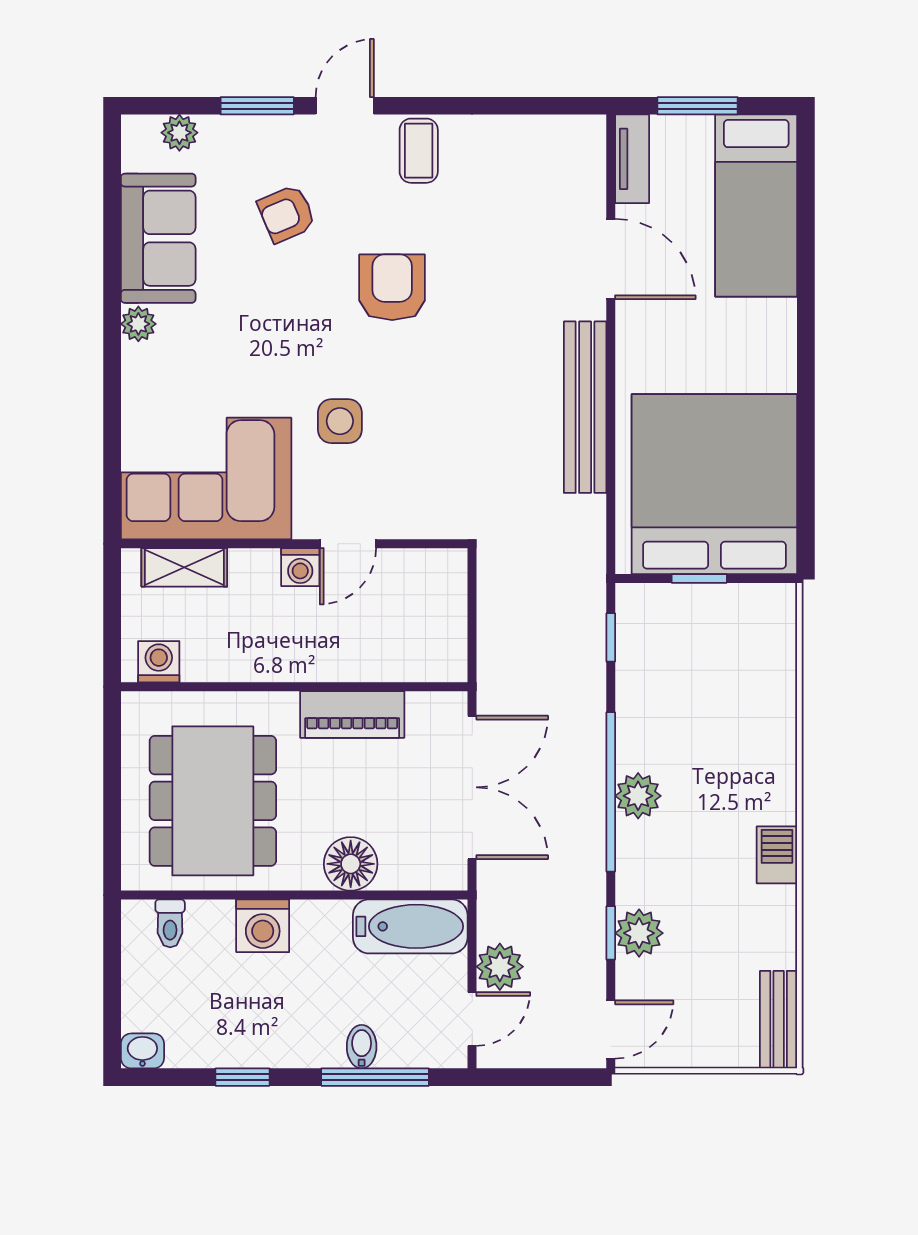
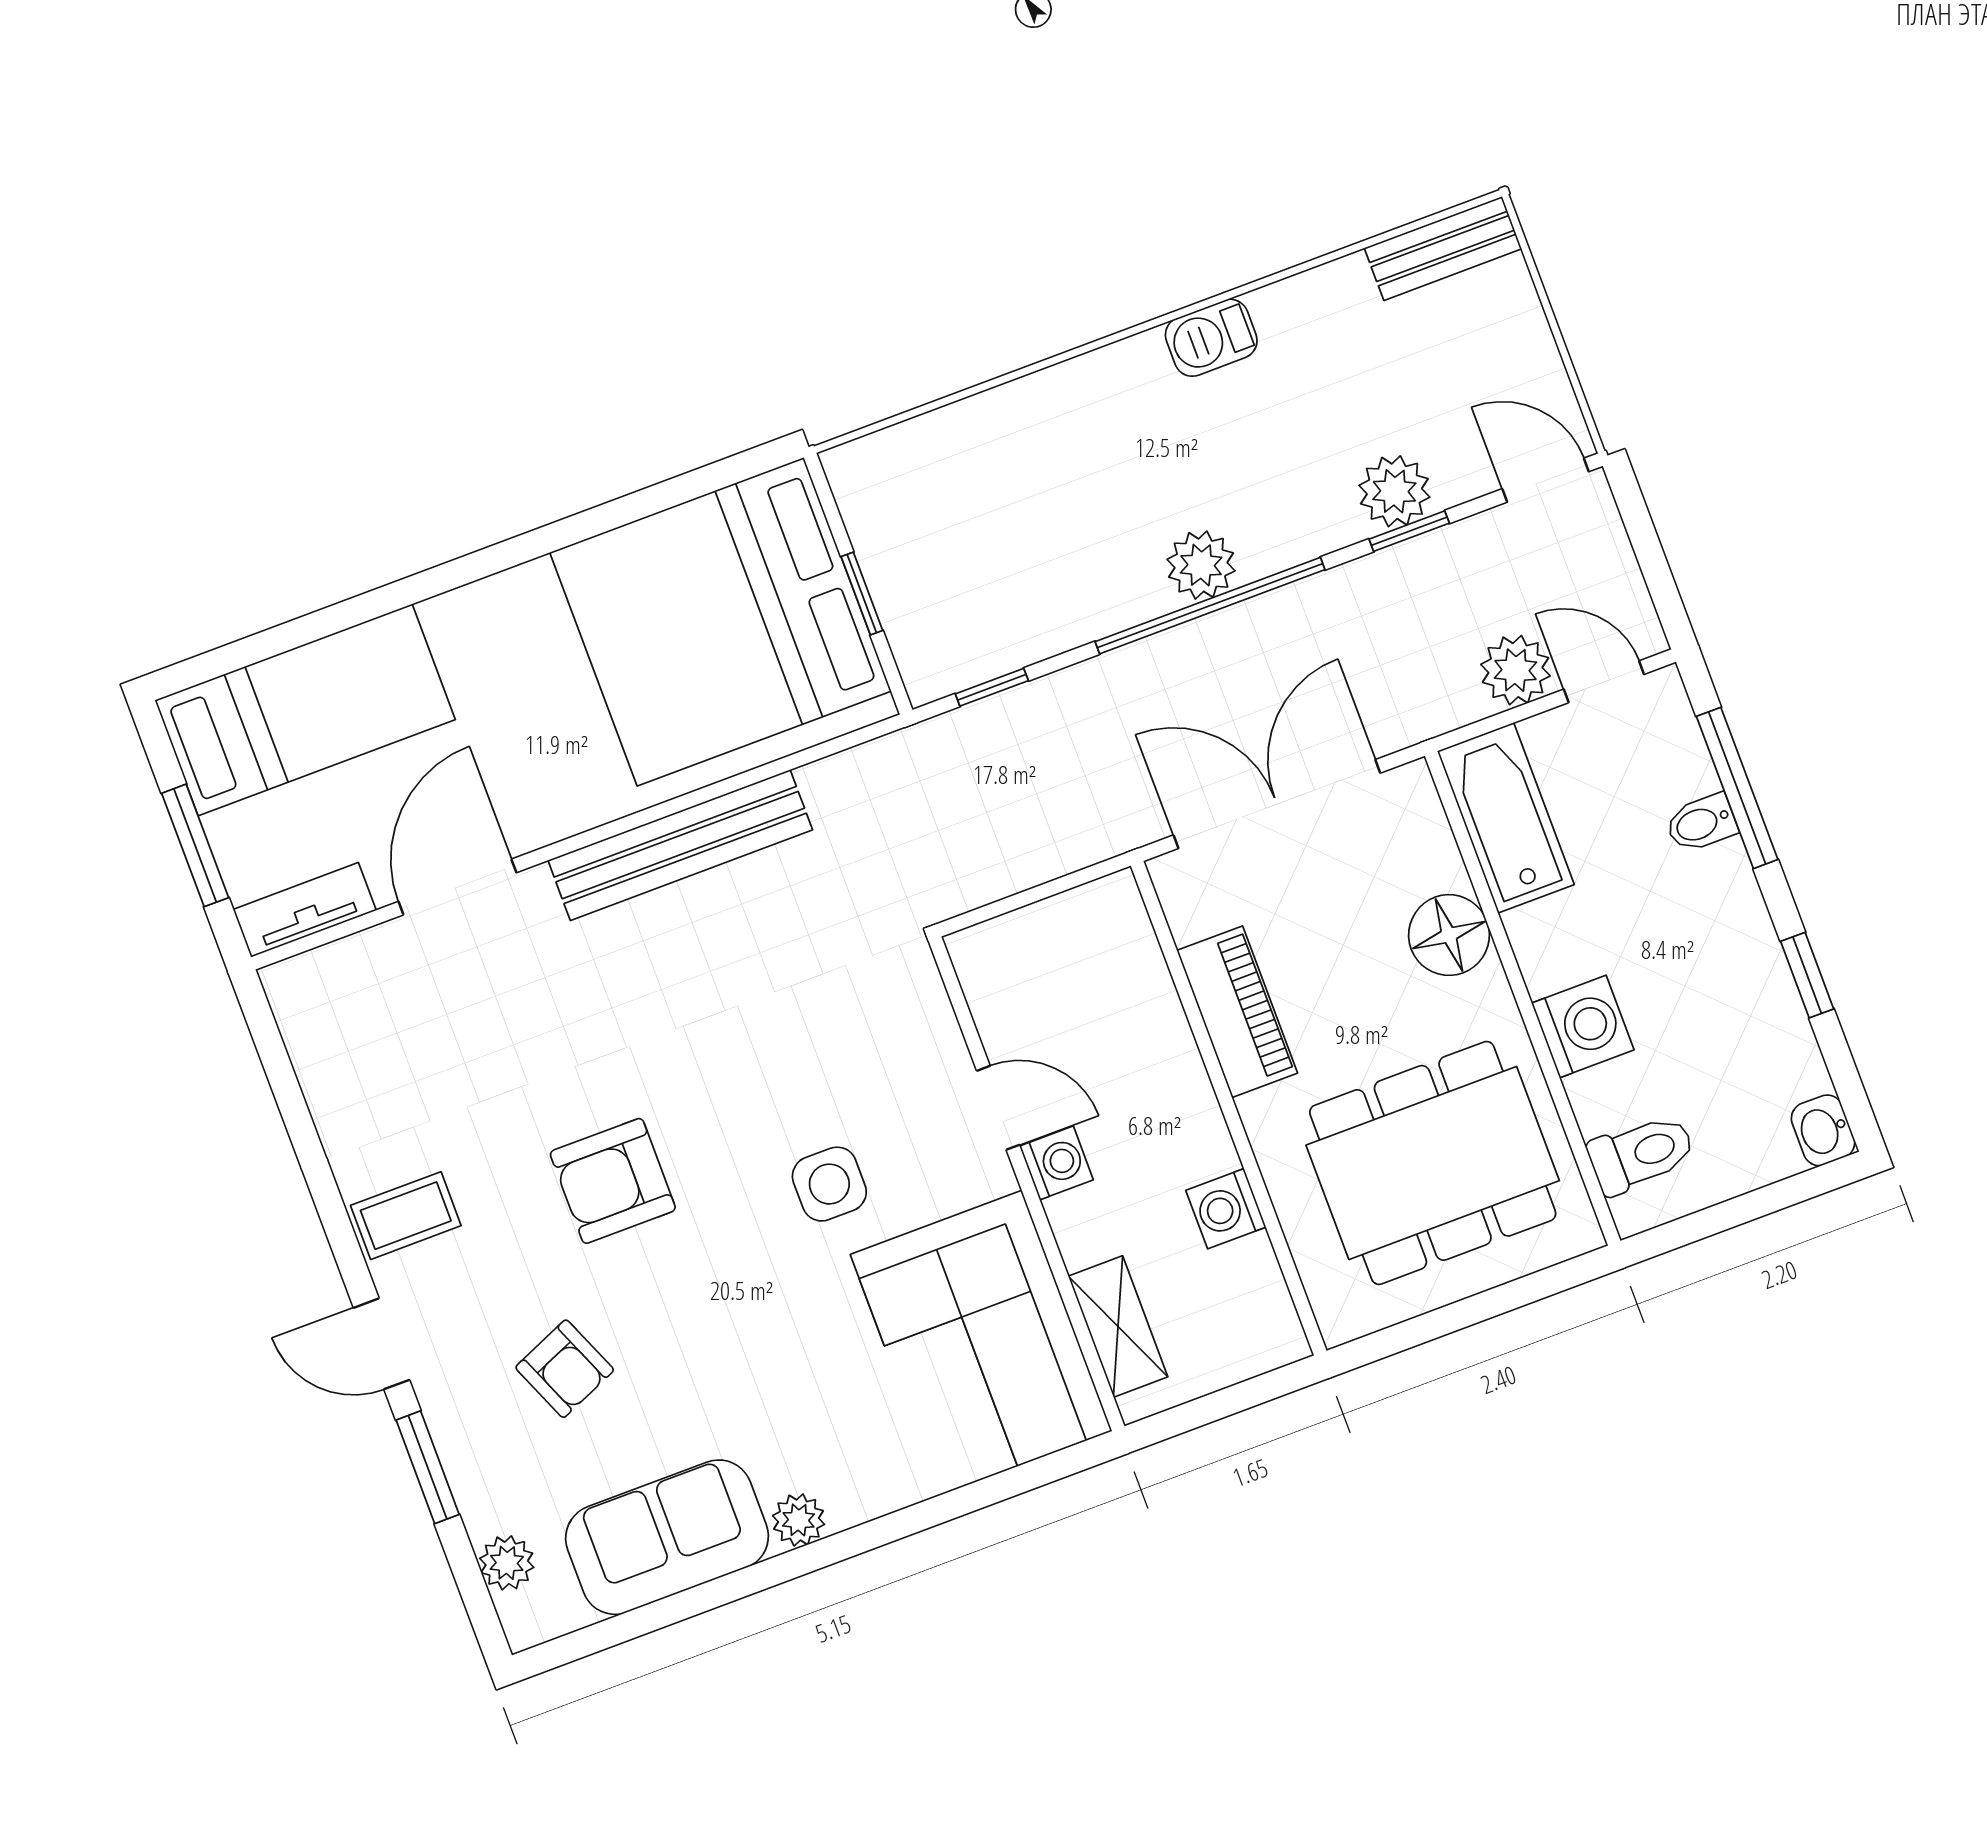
washing machine: (159, 662) -> (1226, 1209), moved
toilet: (170, 923) -> (1641, 1154), width x1.37, depth x1.39

